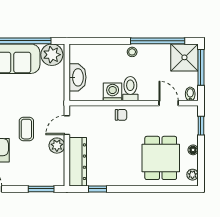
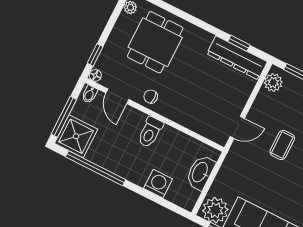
stool: (132, 52) -> (129, 170), removed
washing machine: (113, 92) -> (158, 184), moved, turned 180
chair: (121, 115) -> (151, 97), moved
plant: (57, 146) -> (273, 82), moved
floor lamp: (193, 150) -> (95, 75), moved
dresser: (78, 162) -> (237, 58), moved, turned -90

